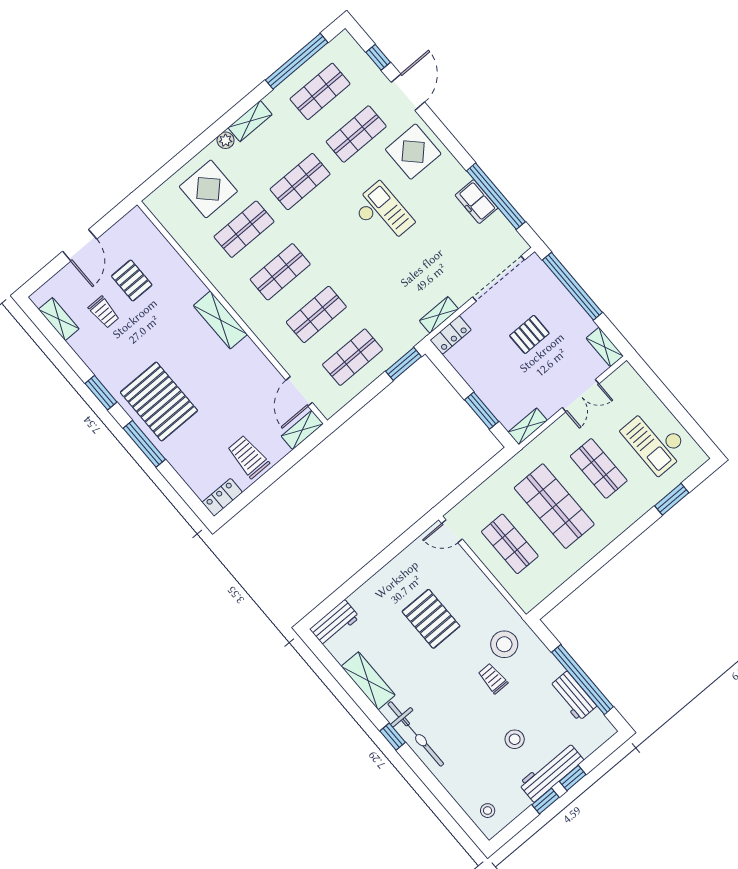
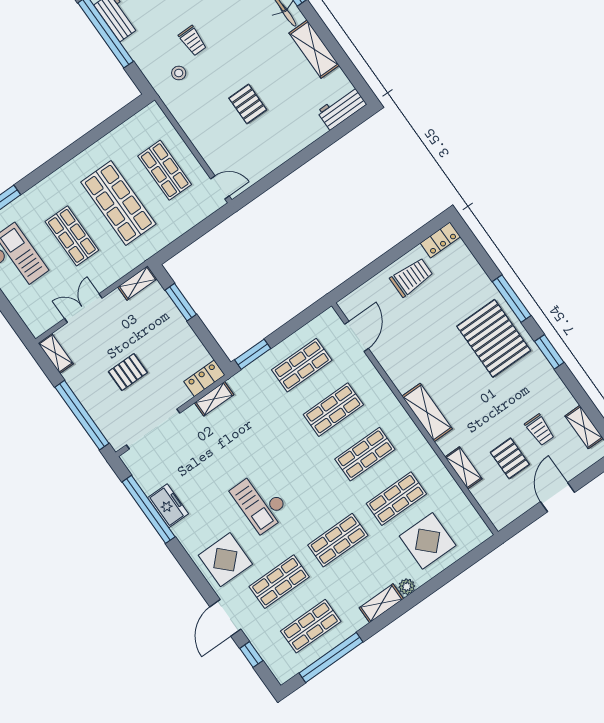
trolley: (104, 312) -> (540, 430), turned 180
shelving: (302, 430) -> (463, 468), moved, turned 90
trolley: (248, 457) -> (412, 277), turned -90
pallet: (431, 619) -> (248, 104), width x0.67, depth x0.71
stool: (504, 644) -> (179, 73), width x0.53, depth x0.53

